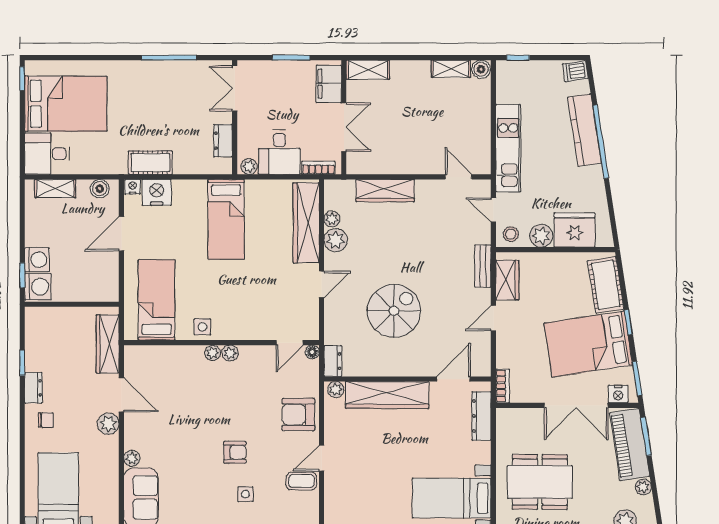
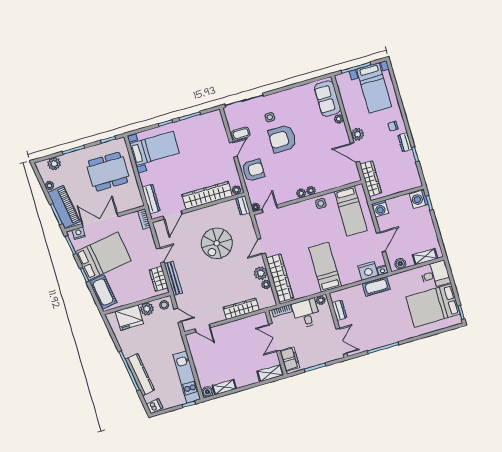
kitchen unit: (508, 148) -> (187, 377), moved
washing machine: (37, 260) -> (380, 209), moved, turned -90
bench: (483, 266) -> (173, 278), width x1.36
armchair: (235, 452) -> (282, 139), width x1.88, depth x1.88

